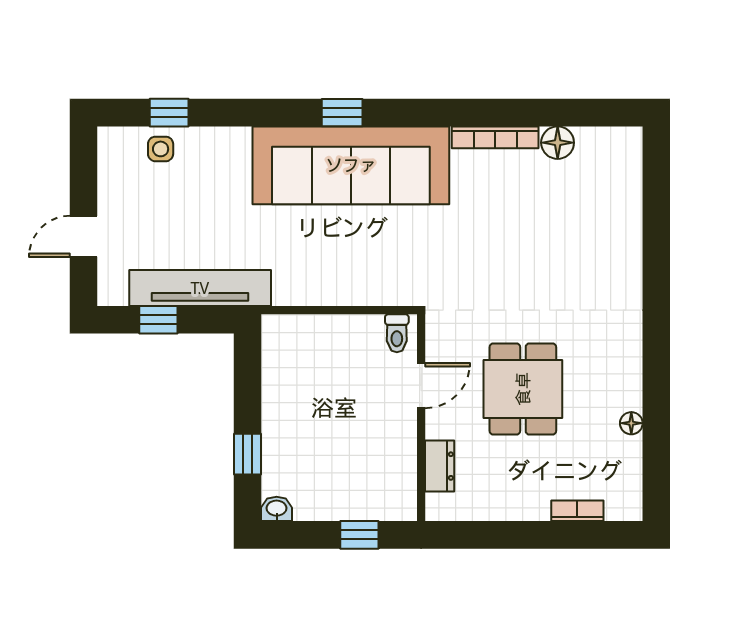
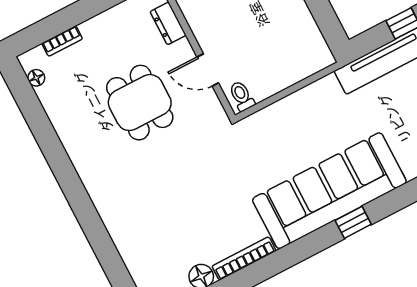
door: (421, 386) -> (208, 70), hinge flipped
floor lamp: (631, 423) -> (36, 78), moved

